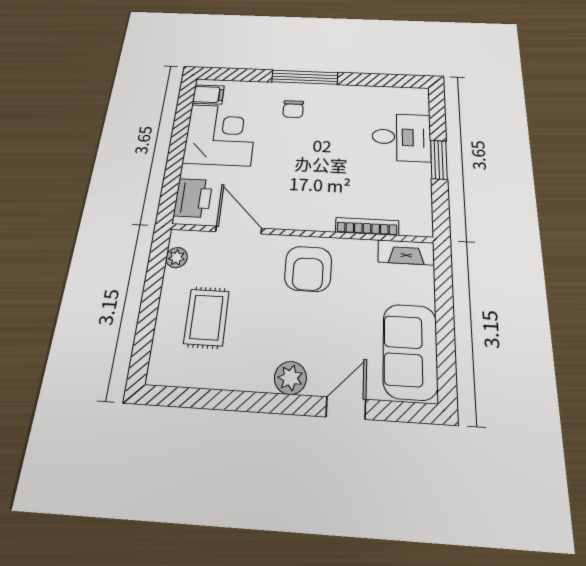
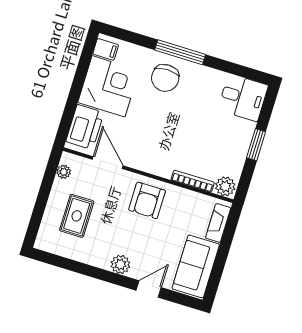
chair: (293, 109) -> (165, 78), width x1.87, depth x1.87
desk: (401, 137) -> (243, 98), moved
printer: (193, 198) -> (85, 127), width x1.37, depth x1.19
plant: (416, 223) -> (225, 186), added
fireplace: (406, 252) -> (218, 223), moved, turned 90

